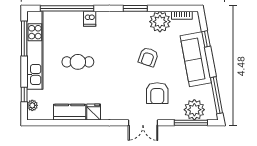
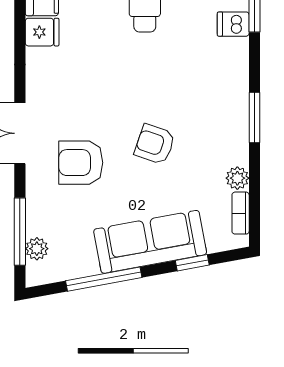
plant: (160, 22) -> (237, 178), width x0.53, depth x0.53
window: (216, 95) -> (104, 279), moved
plant: (194, 110) -> (37, 249), width x0.53, depth x0.53

